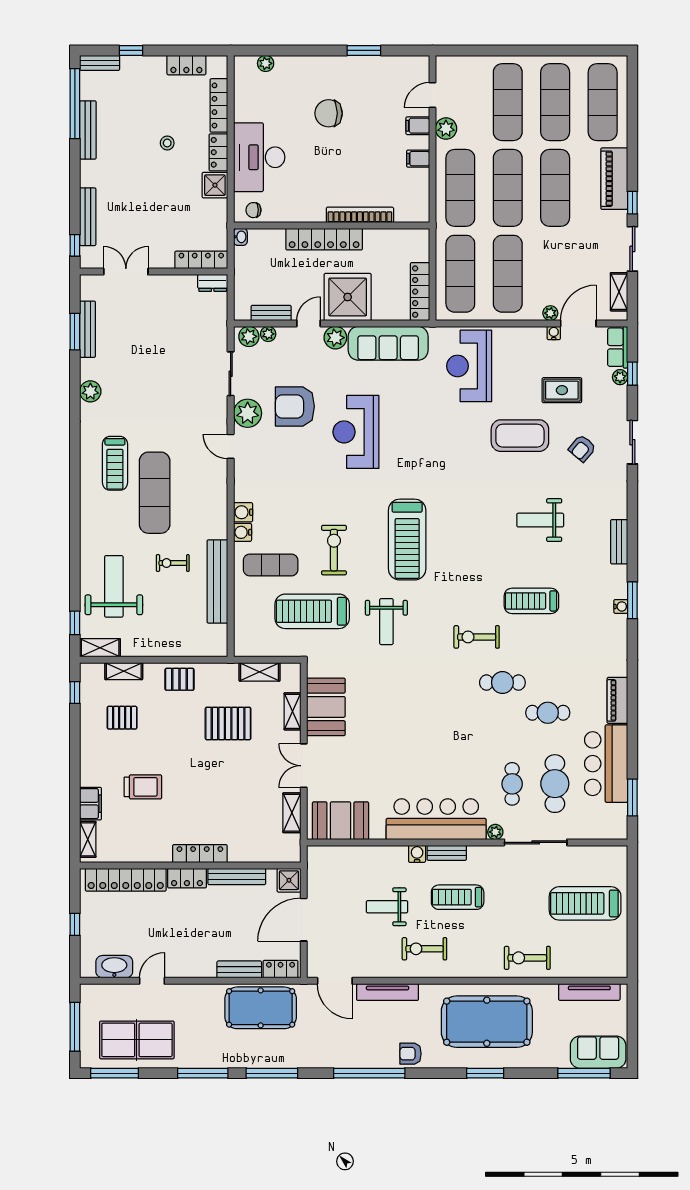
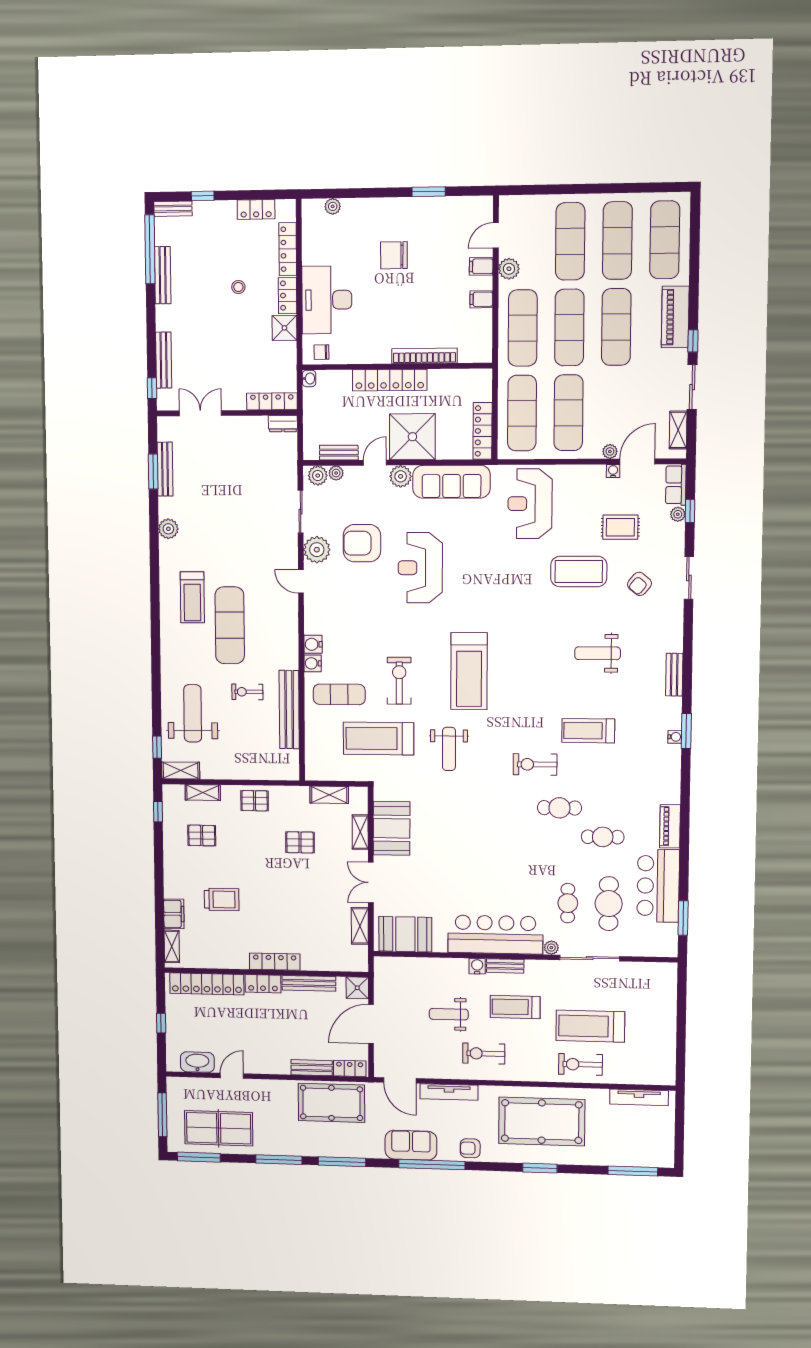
pallet: (228, 723) -> (300, 842), width x0.67, depth x0.71
treadmill: (585, 903) -> (590, 1026), moved
sofa: (598, 1052) -> (411, 1145), moved

